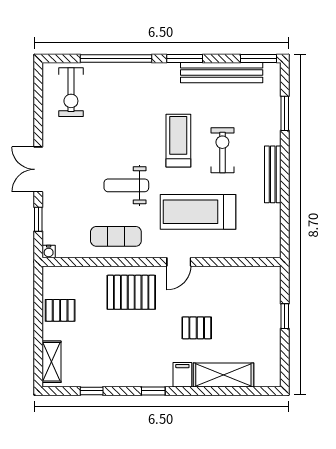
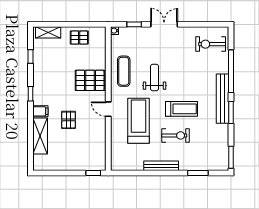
bench: (222, 73) -> (222, 99), moved
pallet: (131, 292) -> (90, 80), turned 90
pallet: (60, 310) -> (79, 38), turned 90
window: (285, 316) -> (93, 173), moved

